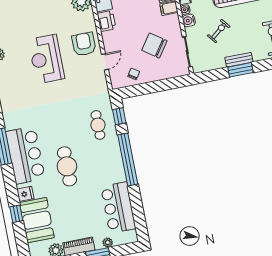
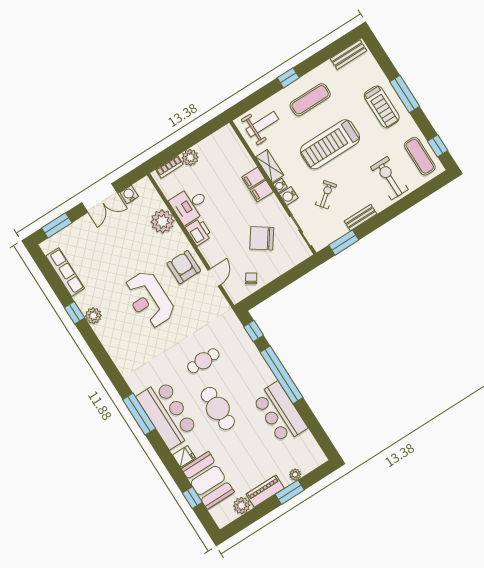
window: (240, 70) -> (344, 243), moved
cafe table: (98, 125) -> (203, 361), moved, turned 90
bar counter: (118, 208) -> (280, 413), moved
window: (16, 214) -> (192, 498), moved

